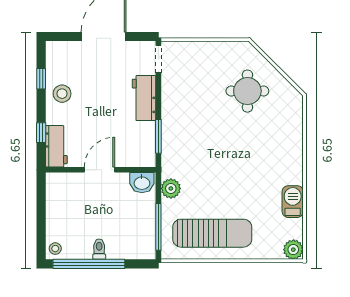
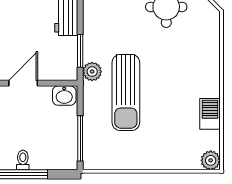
plant: (171, 188) -> (92, 72), moved
sun lounger: (212, 233) -> (126, 92), moved, turned 90

